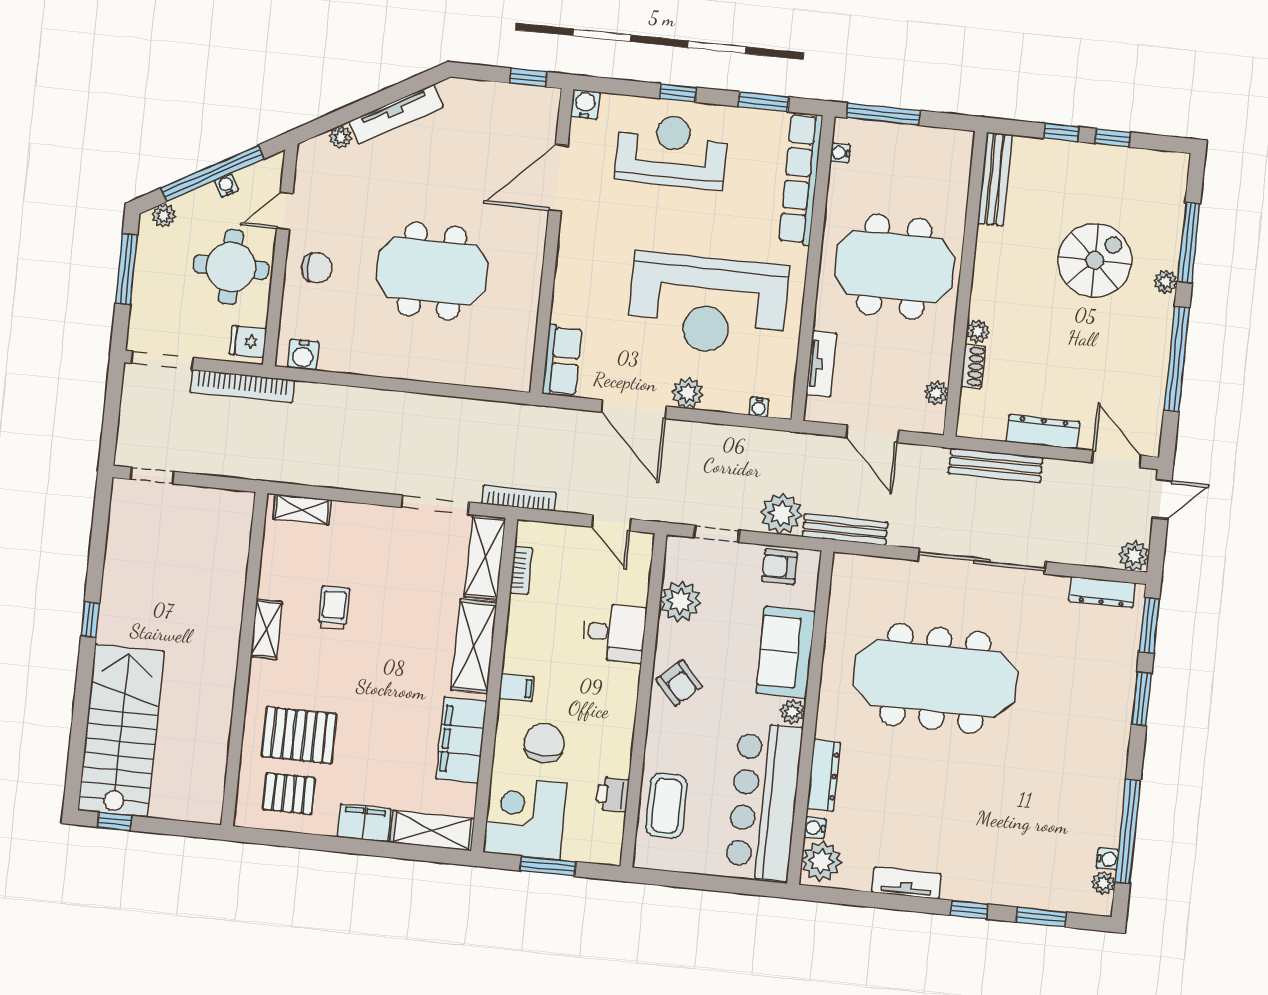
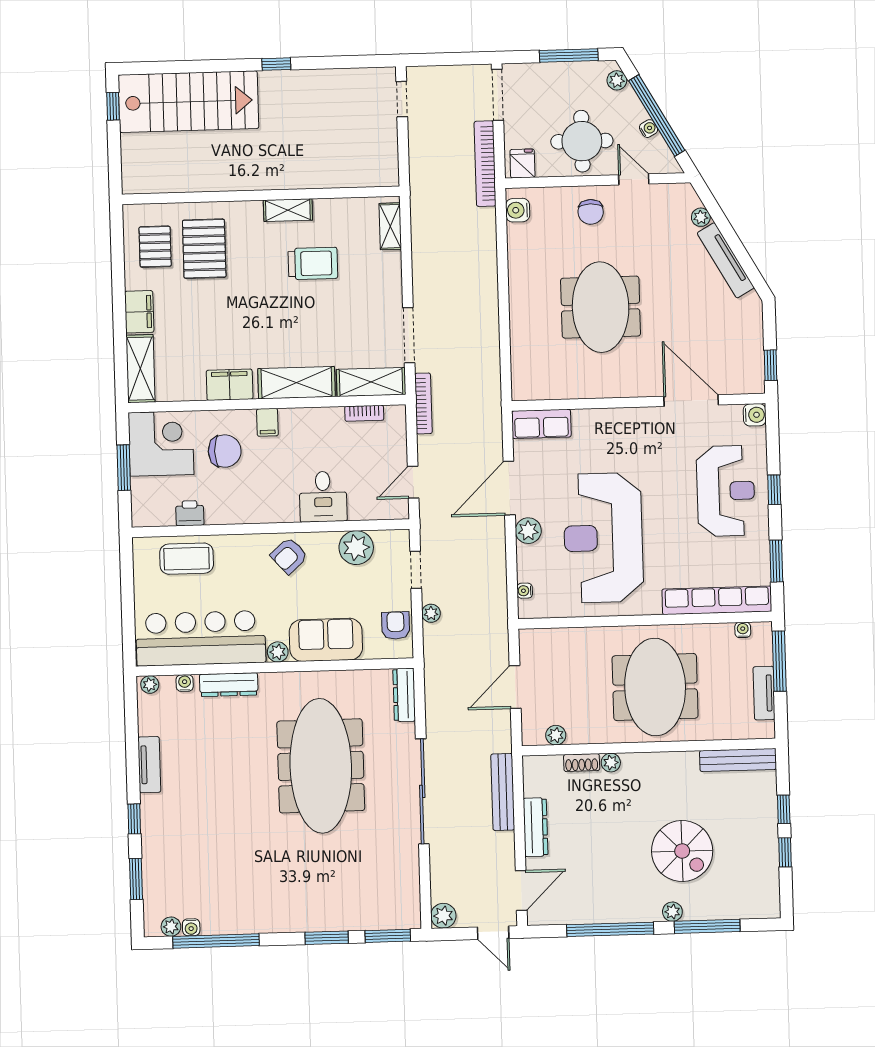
tv unit: (821, 364) -> (764, 693), moved, turned 90
plant: (781, 514) -> (431, 613), width x0.53, depth x0.53
bench: (845, 529) -> (433, 675), removed
dresser: (1102, 592) -> (404, 695), moved
trolley: (334, 608) -> (313, 263), width x1.36, depth x1.39
filing cabinet: (461, 740) -> (230, 385), width x0.67, depth x0.86
plant: (821, 861) -> (150, 685), width x0.53, depth x0.53

